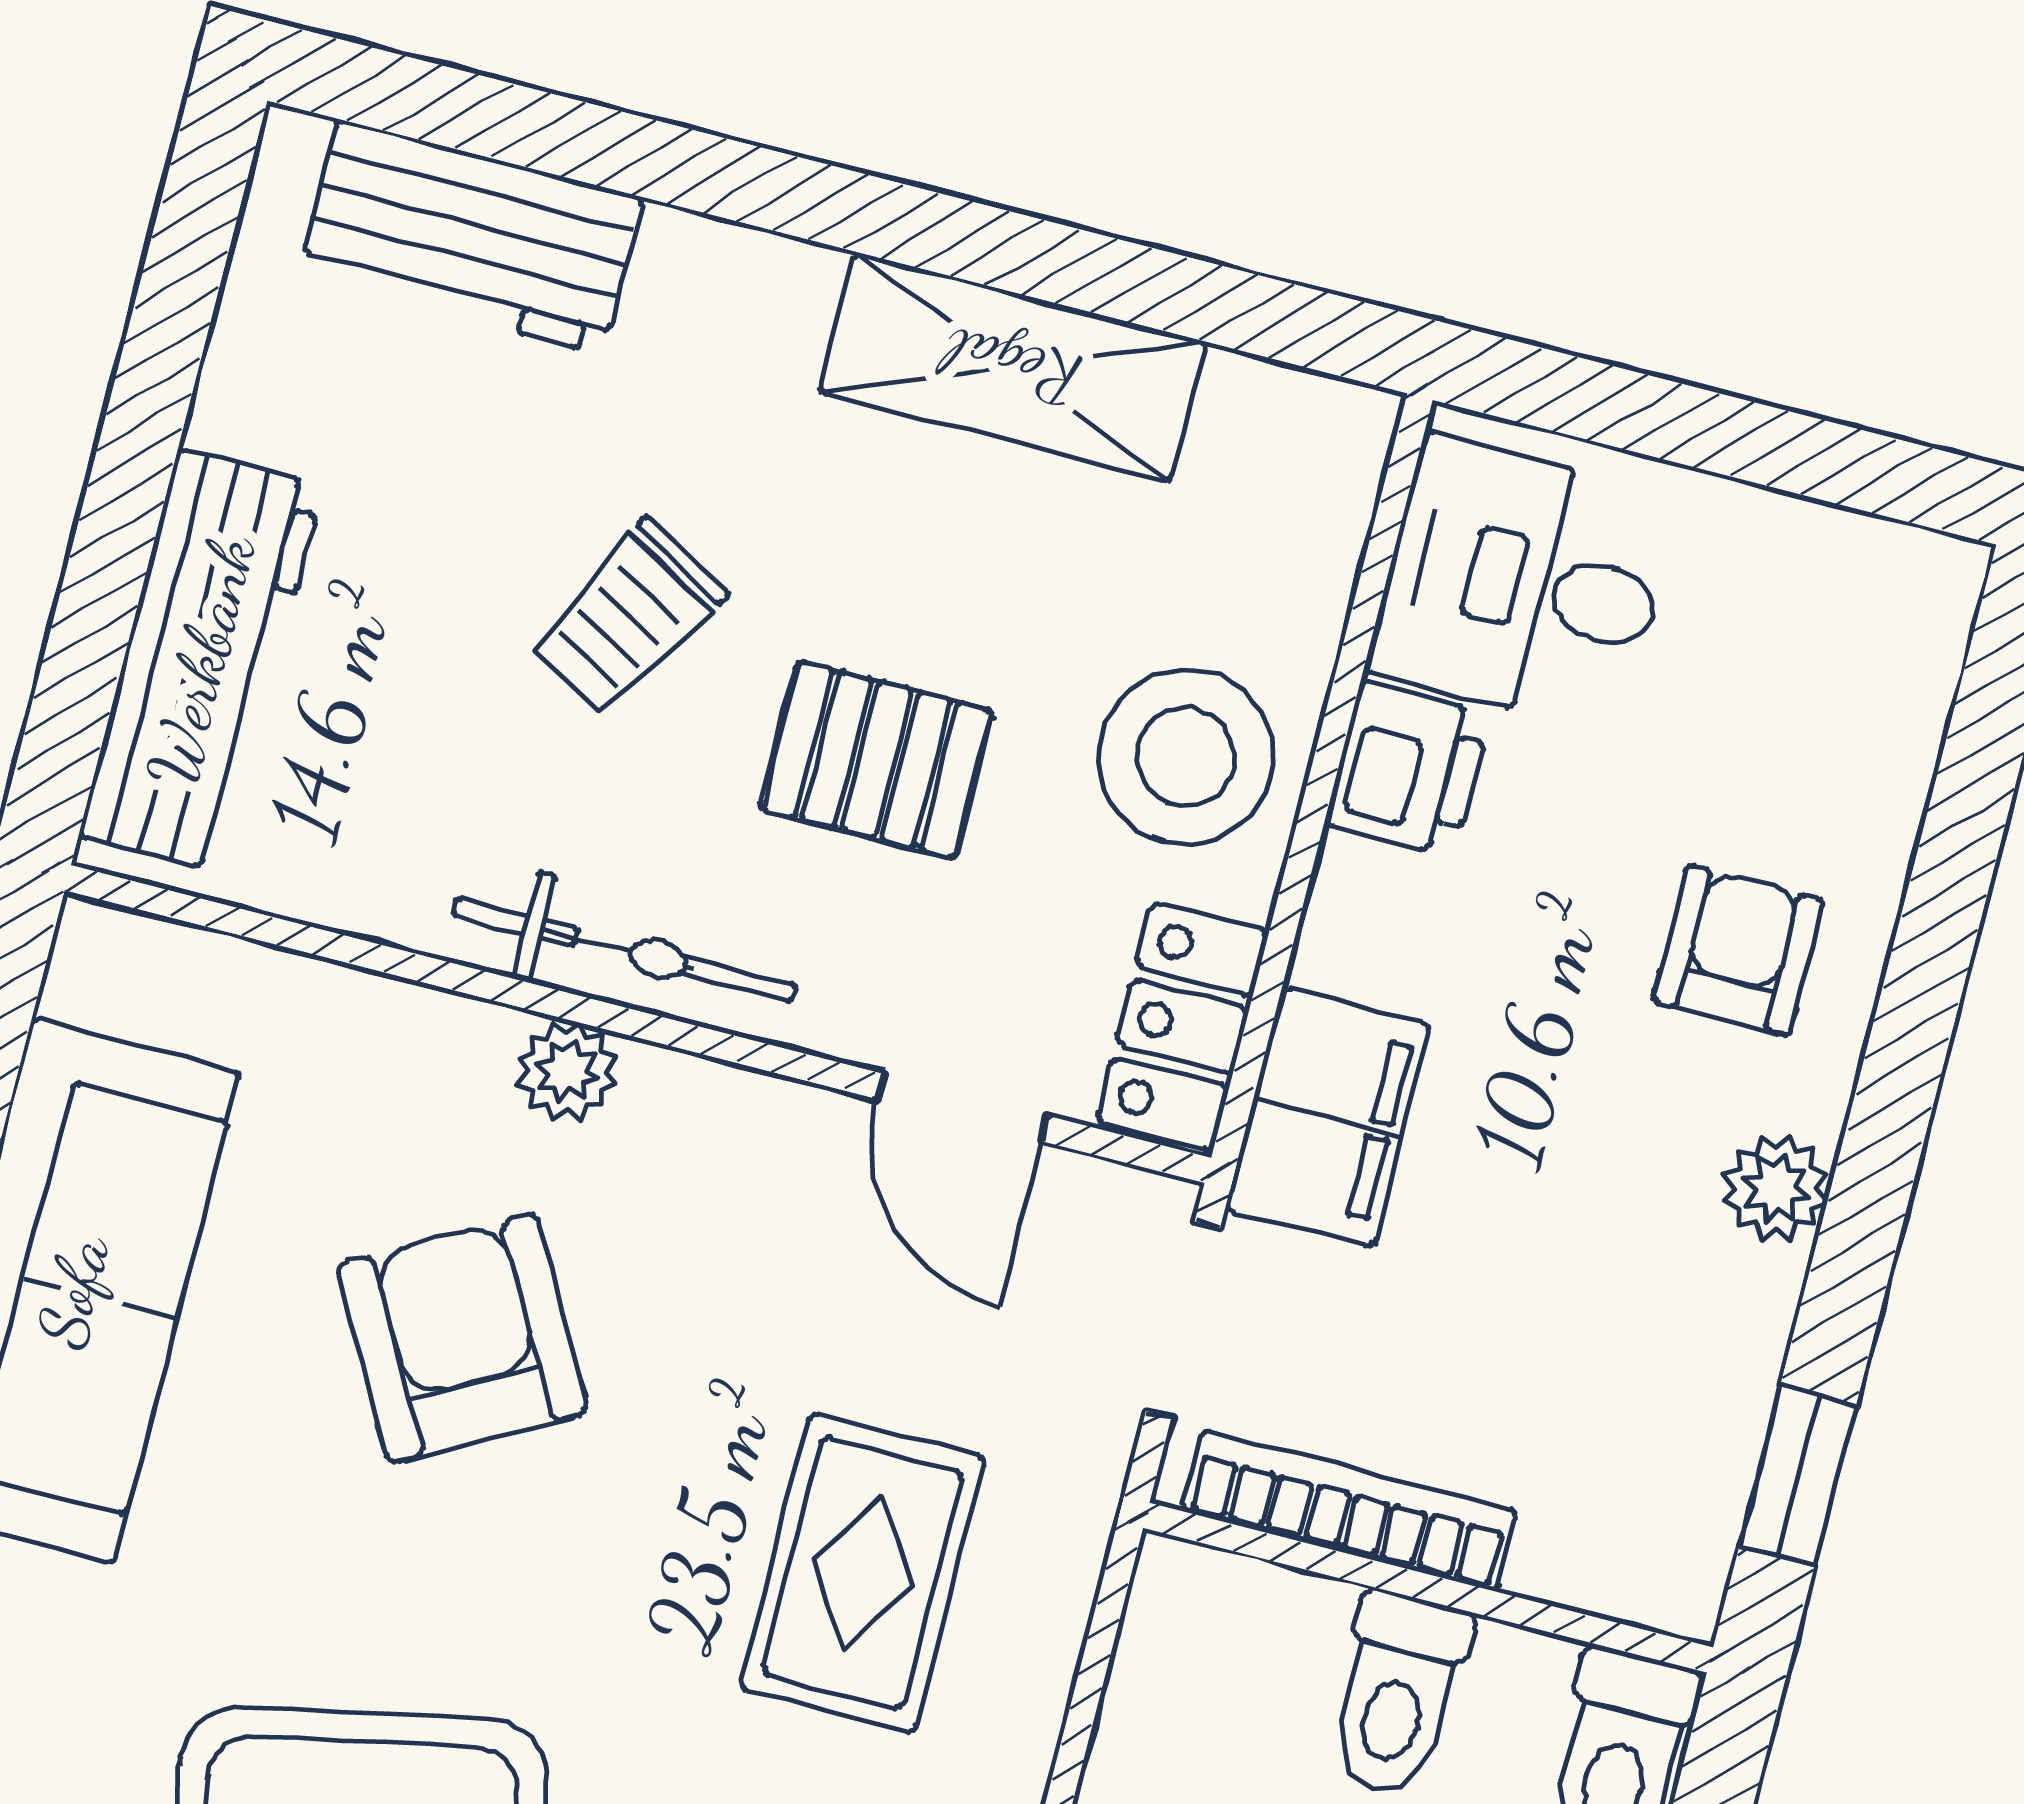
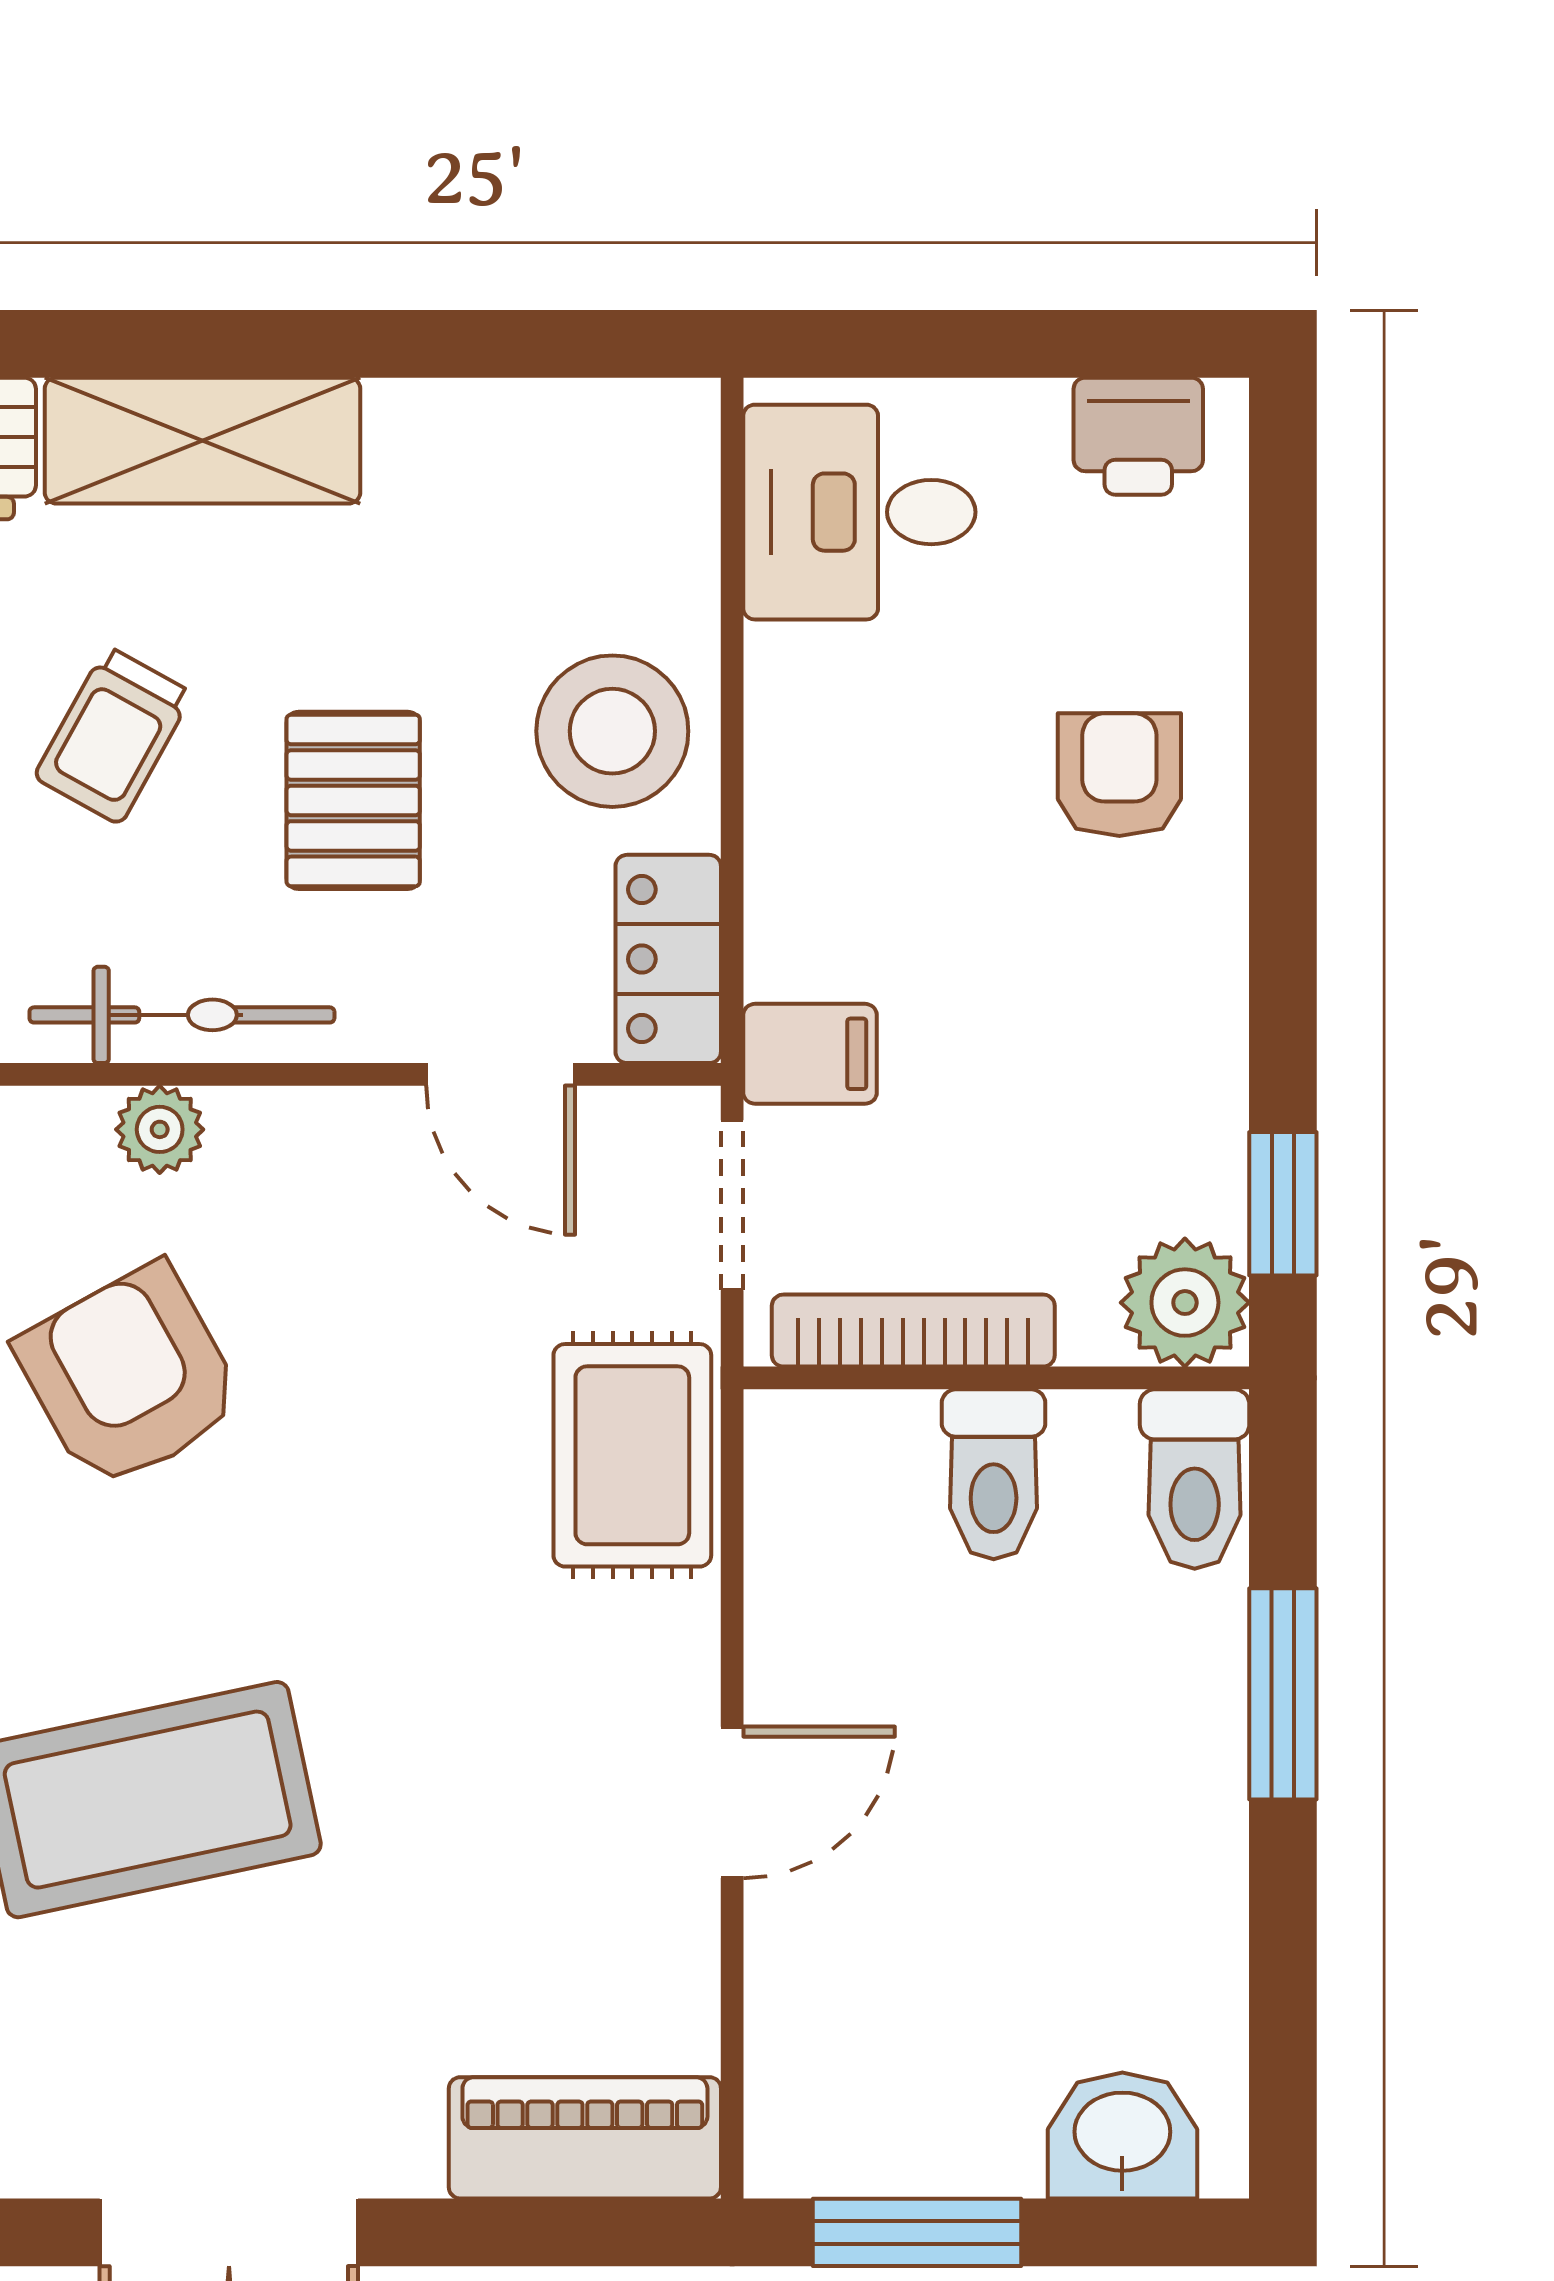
shelving: (1013, 367) -> (202, 441), moved
pallet: (877, 760) -> (353, 800), turned 90
printer: (1408, 769) -> (1138, 436), moved, turned 90
filing cabinet: (1328, 1117) -> (810, 1054), width x0.50
plant: (1776, 1188) -> (1185, 1303), moved, width x1.38, depth x1.38
rug: (862, 1573) -> (632, 1455), moved

